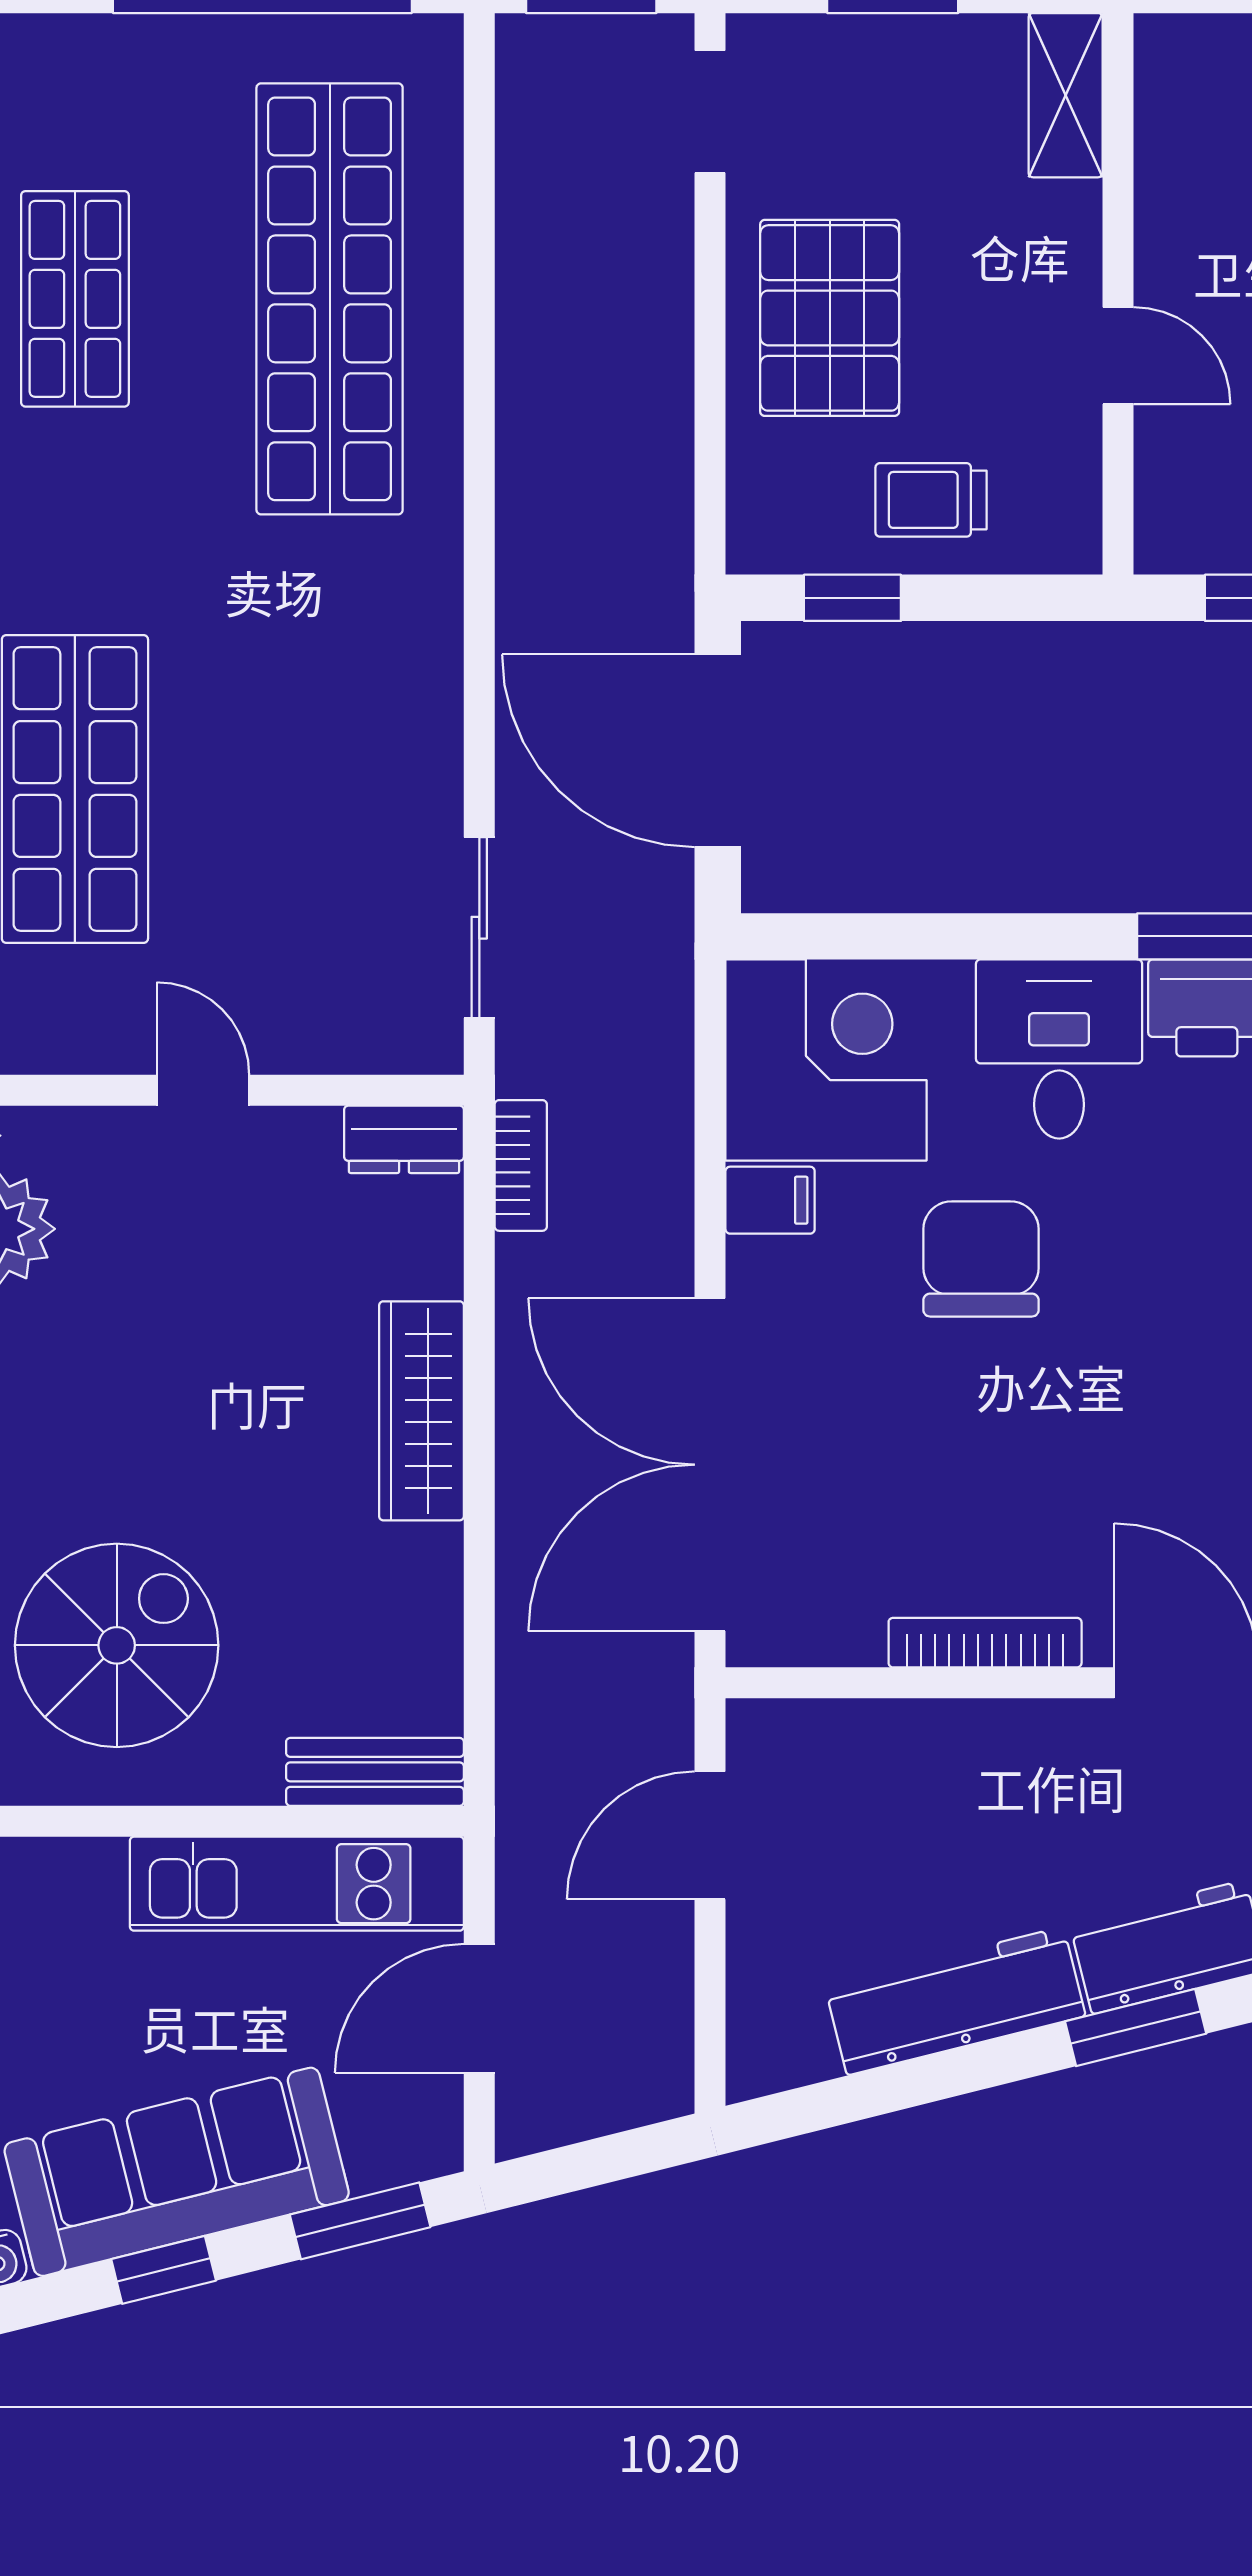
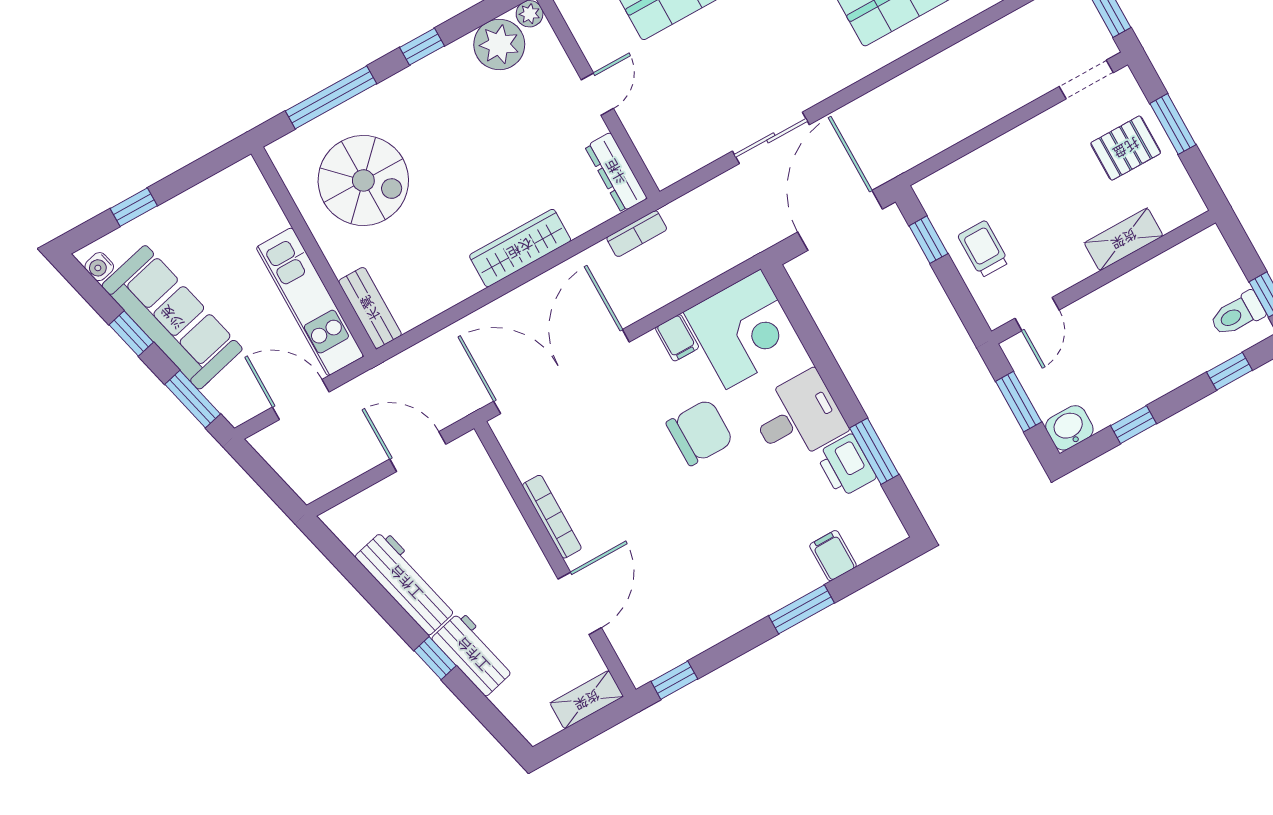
shelving: (1066, 95) -> (1124, 239), moved
pallet: (830, 318) -> (1126, 148), moved, width x0.67, depth x0.71
door: (1118, 356) -> (1037, 314), moved
sliding door: (479, 928) -> (771, 138), moved
dresser: (404, 1139) -> (616, 172), width x1.44
window: (1136, 2027) -> (435, 658), width x0.67

